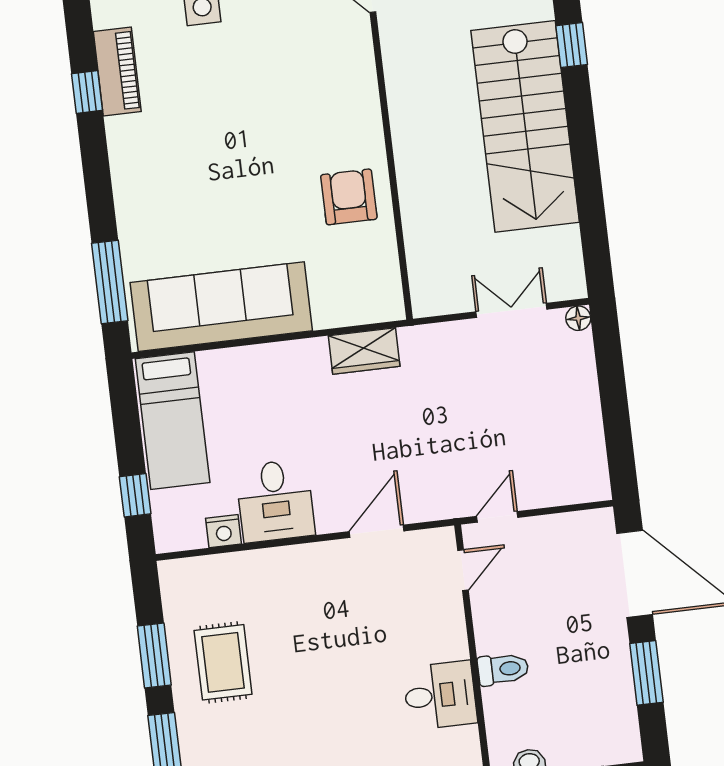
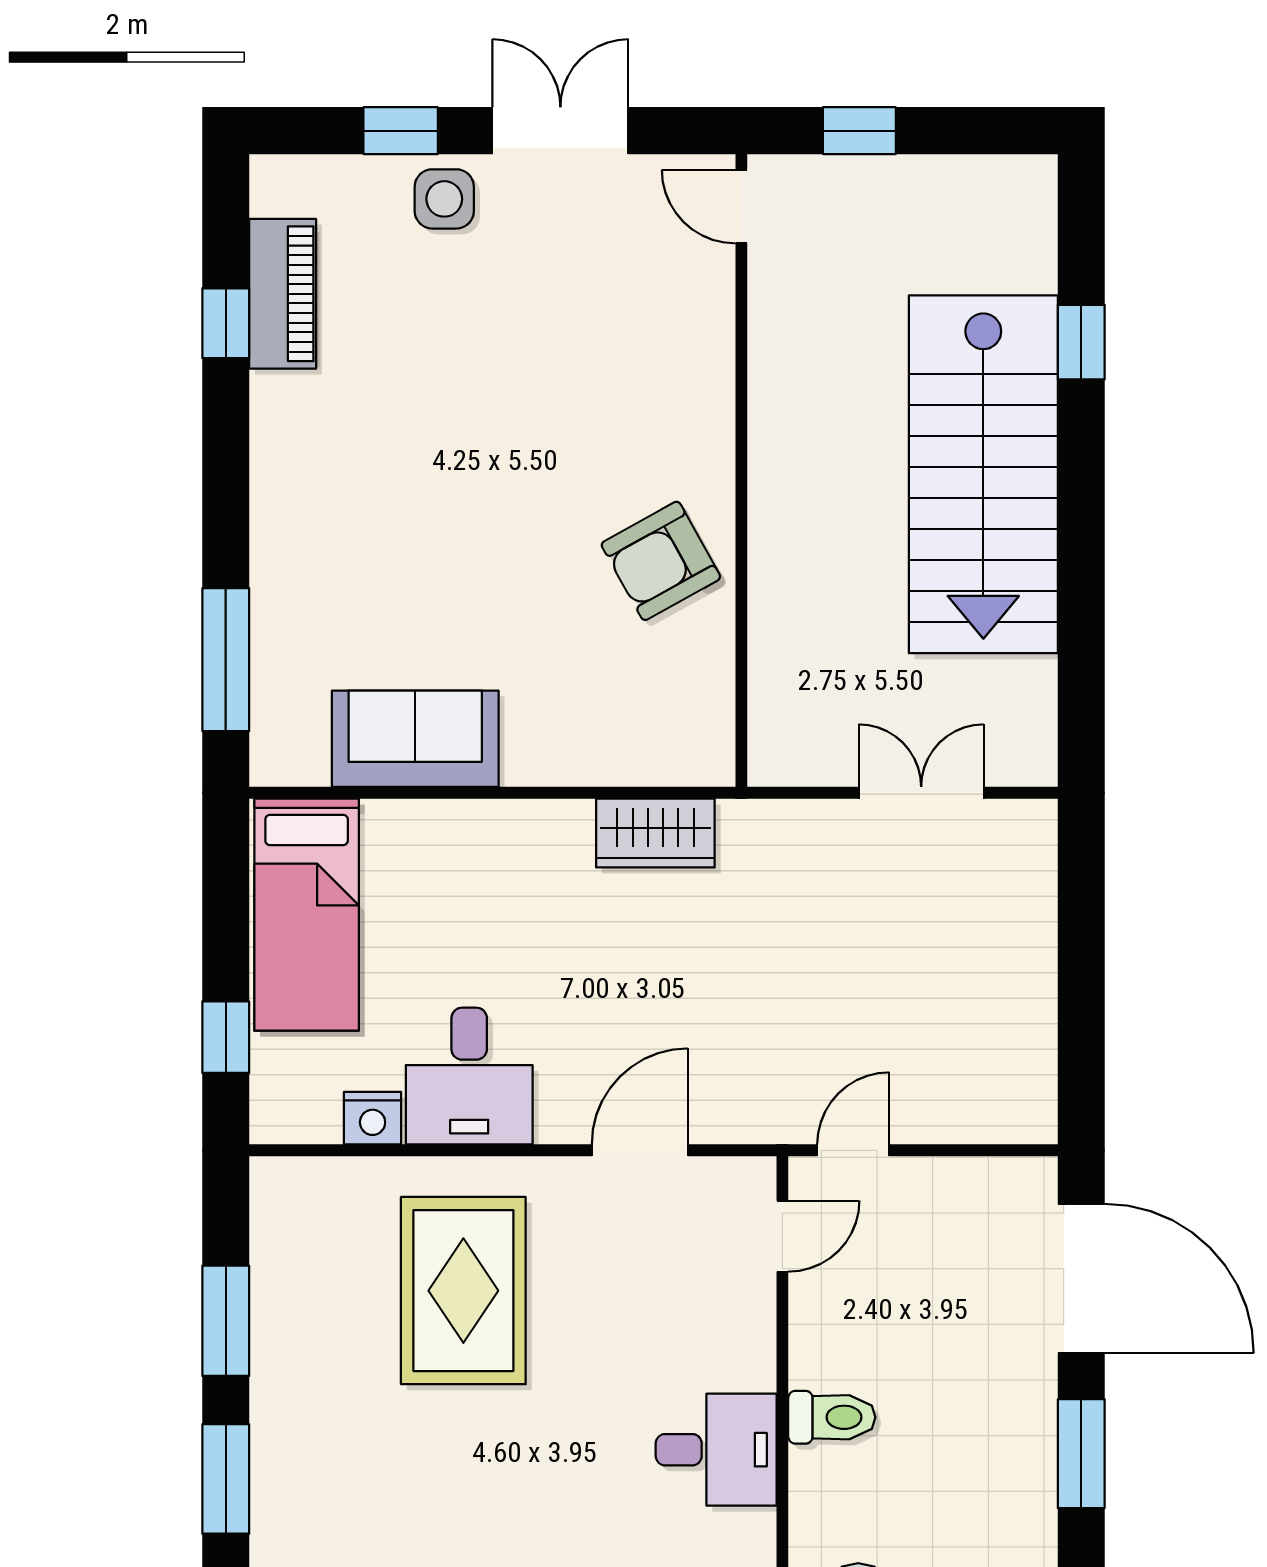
armchair: (349, 197) -> (661, 561), turned -119
sofa: (221, 307) -> (415, 739), width x0.54, depth x0.79
floor lamp: (578, 318) -> (1036, 820), removed
rug: (223, 662) -> (463, 1291), moved, width x1.36, depth x1.43

